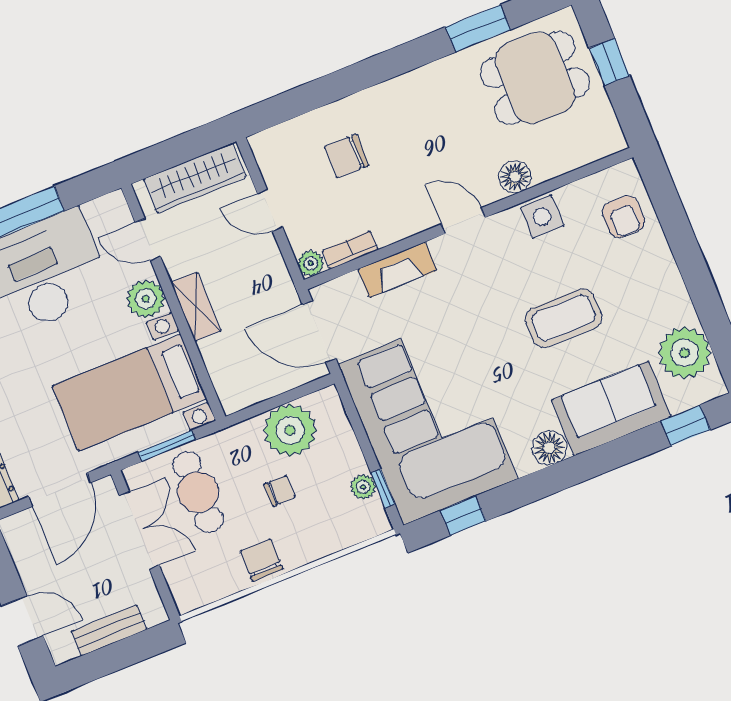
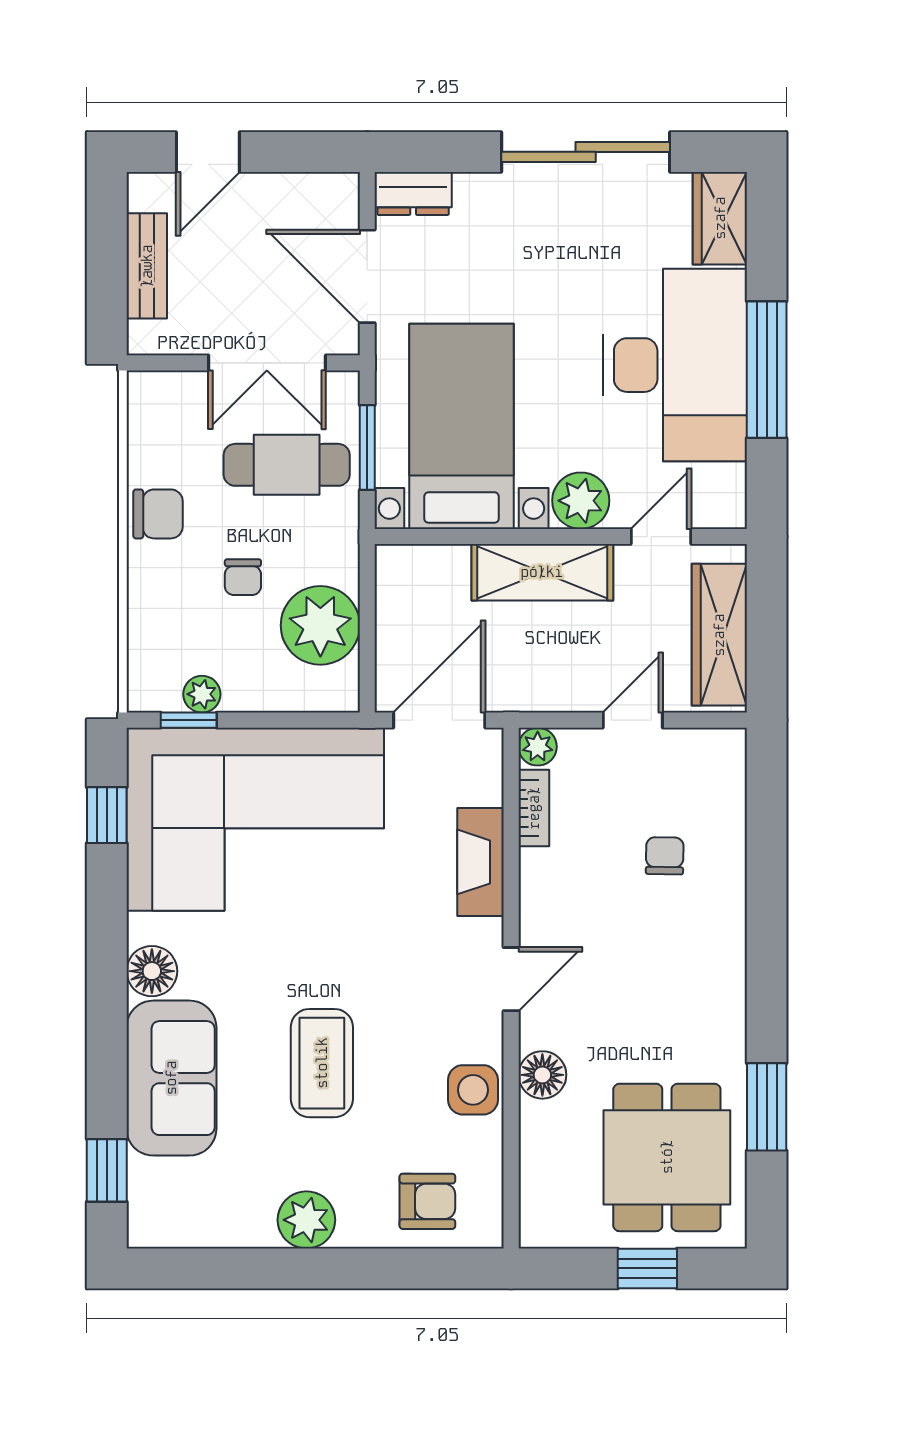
chair: (347, 156) -> (665, 856), width x0.73, depth x0.73
armchair: (623, 217) -> (427, 1201), turned 180
shelving: (196, 306) -> (542, 572), width x1.50, depth x1.33
plant: (685, 353) -> (306, 1220), moved, width x0.73, depth x0.73

